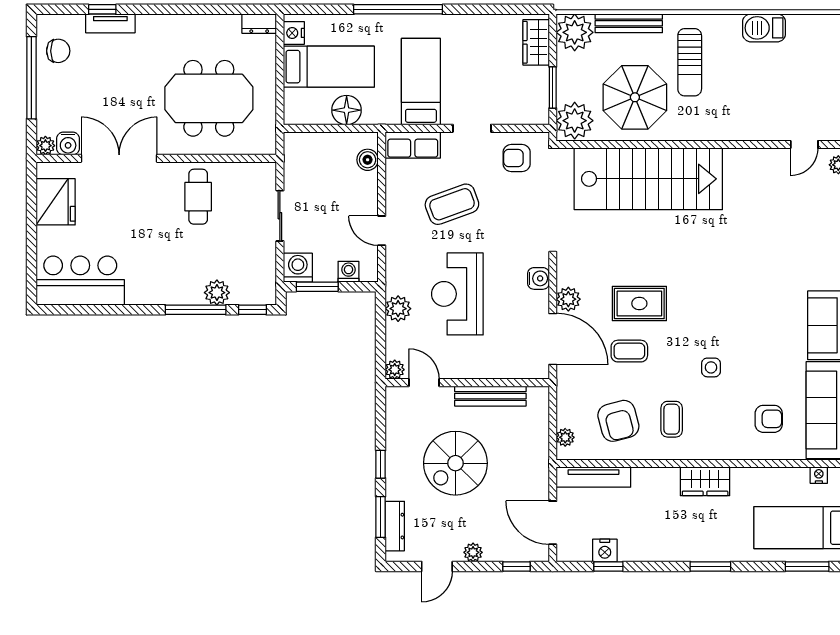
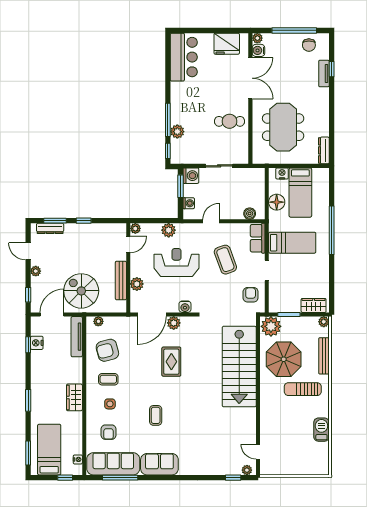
dresser: (259, 24) -> (324, 150), width x1.44
plant: (575, 32) -> (324, 322), width x0.53, depth x0.53
nightstand: (294, 33) -> (282, 173), moved
coffee table: (629, 351) -> (156, 415), moved
plant: (497, 367) -> (137, 284), added
side table: (711, 367) -> (110, 404), moved
spiral stairs: (455, 463) -> (81, 291), moved

